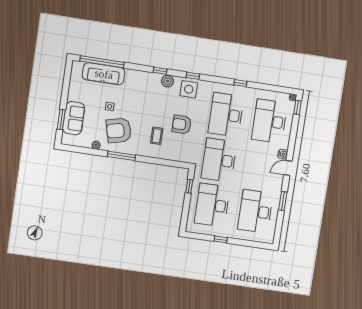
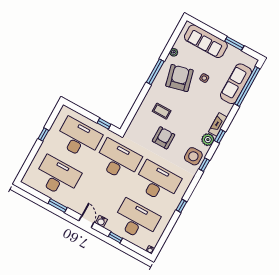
fireplace: (149, 77) -> (218, 124), added
window: (298, 107) -> (115, 237), moved
sofa: (74, 118) -> (206, 41), width x1.36
window: (61, 120) -> (234, 43), moved

